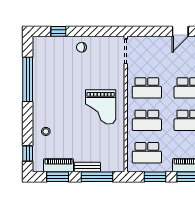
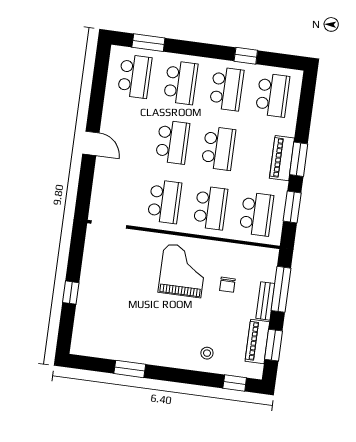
window: (58, 31) -> (71, 293), moved
chair: (81, 47) -> (227, 285), moved
window: (28, 79) -> (130, 369), width x0.47
grand piano: (101, 107) -> (183, 271), turned -90

